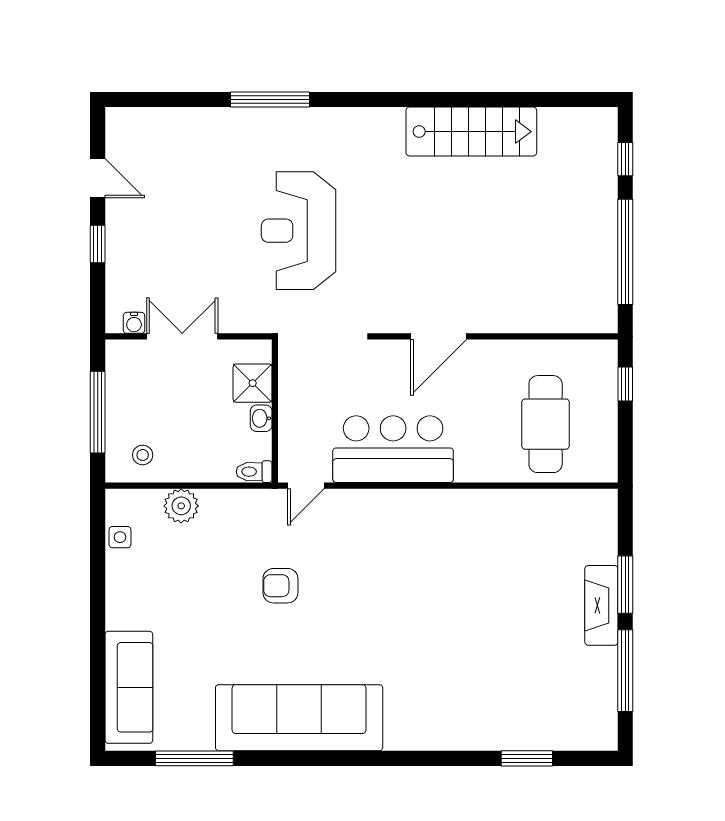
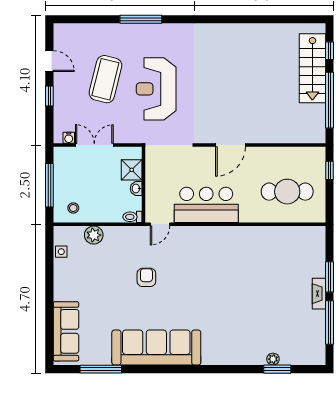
stairs: (471, 132) -> (312, 68), moved, turned 90
coffee table: (203, 212) -> (105, 79), added
cafe table: (546, 424) -> (287, 192), turned 90
armchair: (280, 586) -> (146, 277), turned 90
fireplace: (601, 605) -> (319, 294), width x0.73, depth x0.76
plant: (519, 739) -> (273, 359), added

